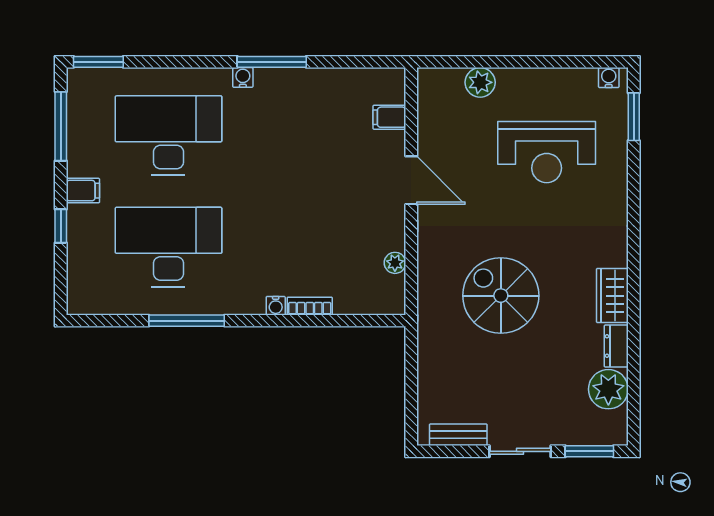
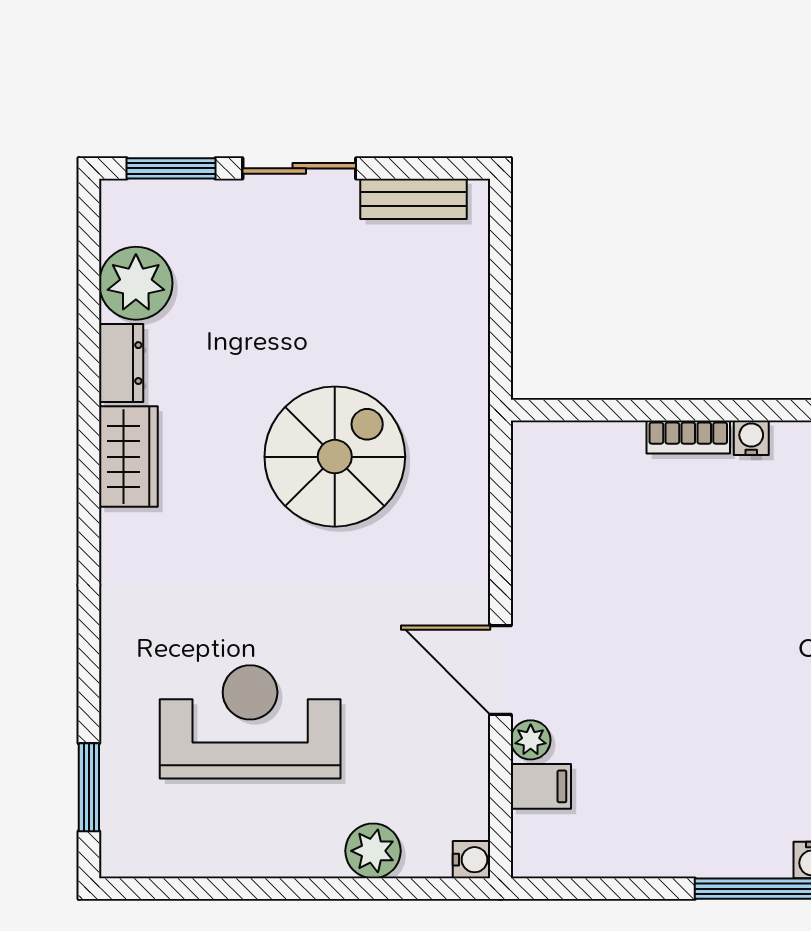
water cooler: (609, 78) -> (472, 860), moved, turned -90
plant: (395, 263) -> (531, 740), moved
spiral stairs: (501, 296) -> (335, 457), turned -90

